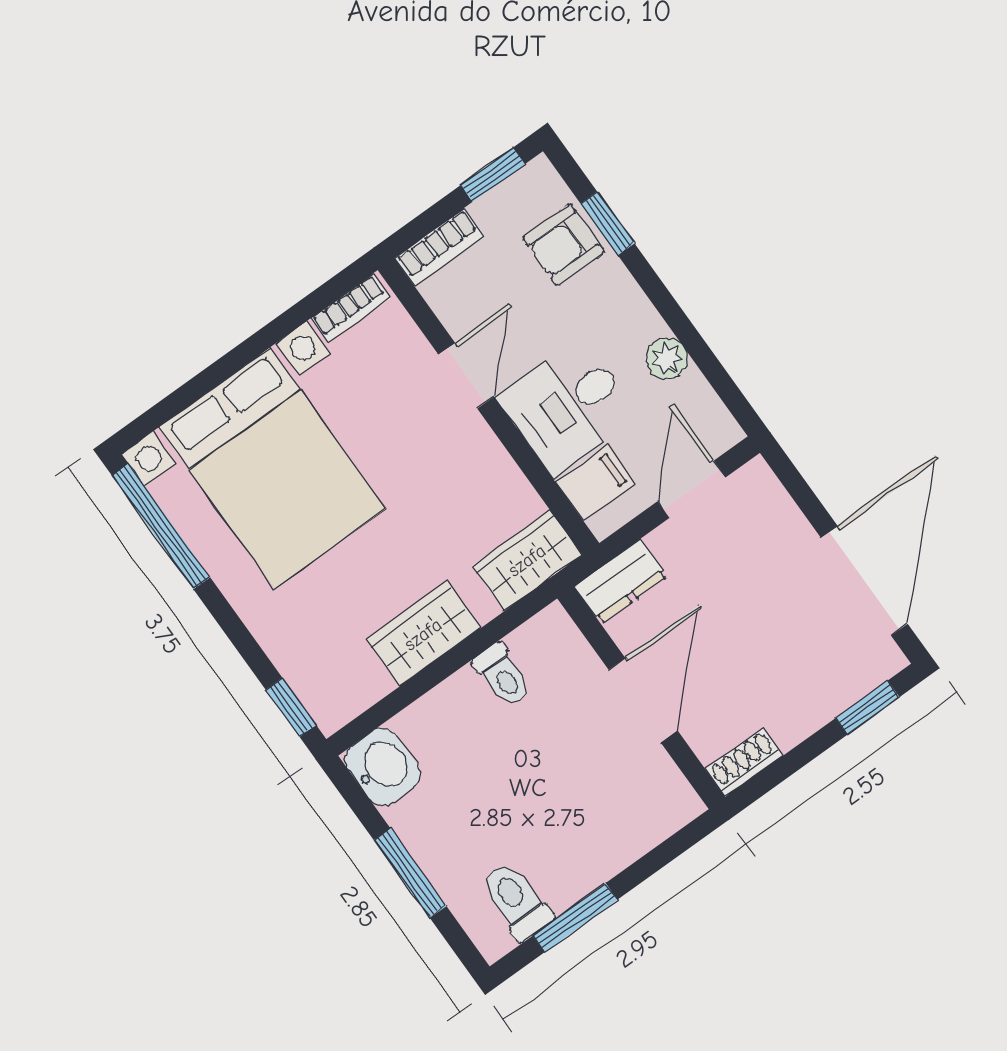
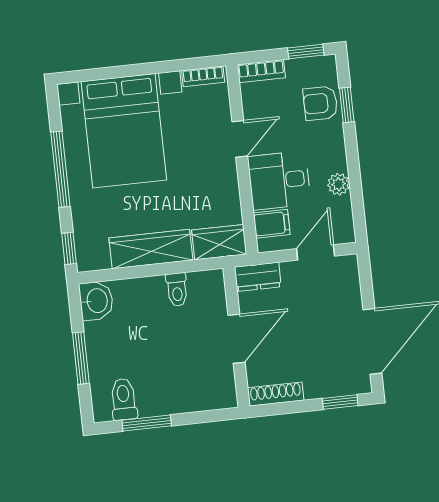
window: (161, 526) -> (60, 169), moved
wardrobe: (423, 634) -> (151, 249), width x1.50
shoe rack: (744, 762) -> (276, 394), width x1.43

